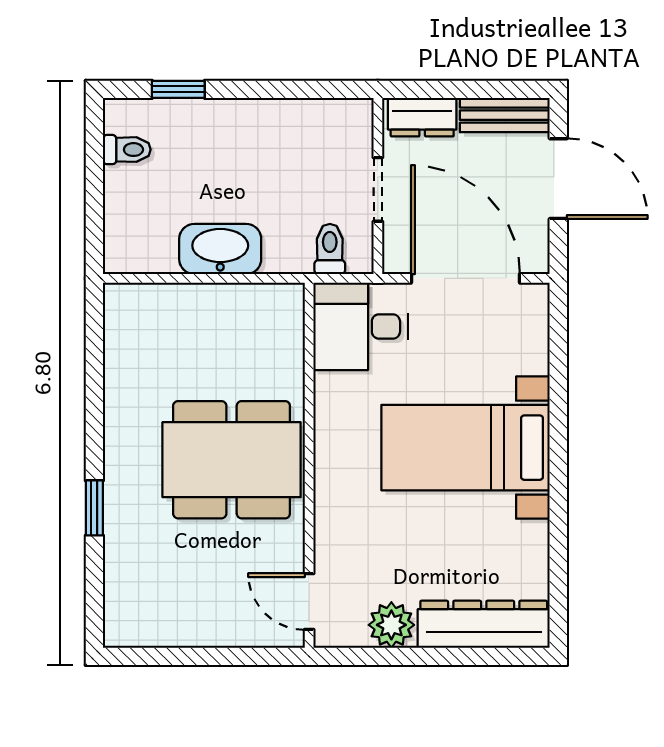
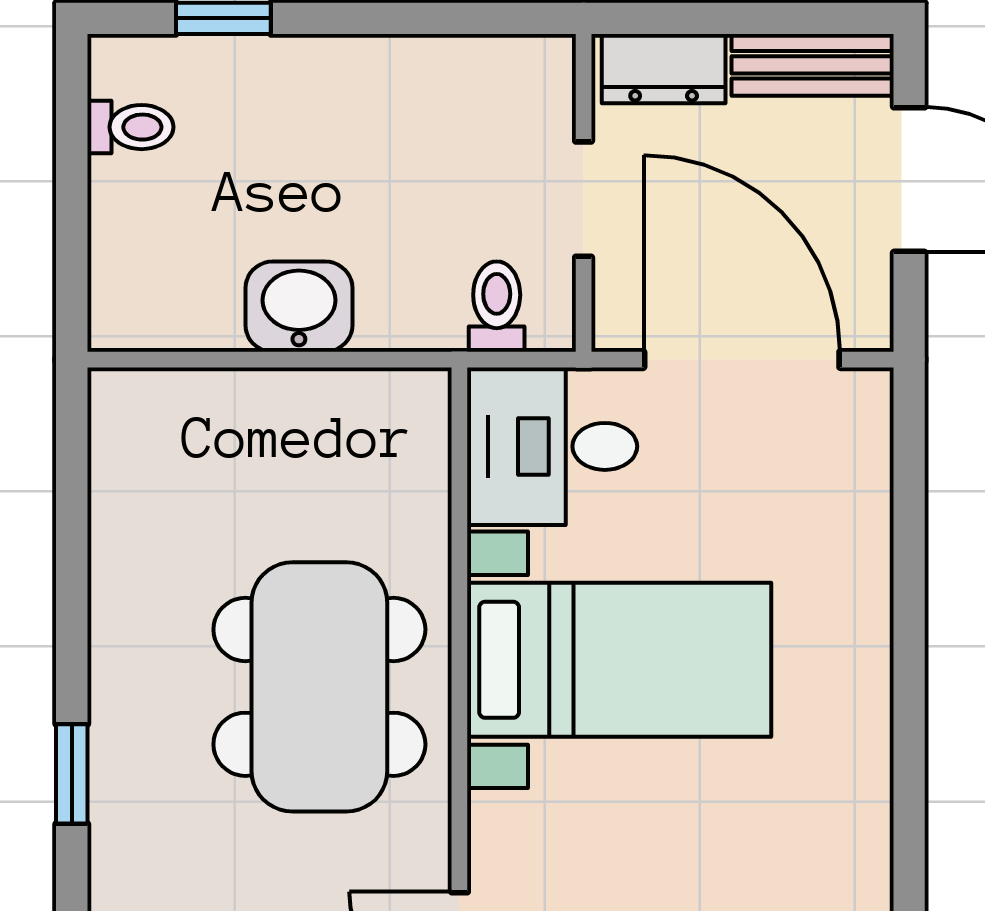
washbasin: (220, 249) -> (299, 307), width x0.72
bed with nightstands: (466, 448) -> (619, 660), moved, turned 180
dining table: (232, 460) -> (319, 687), turned 90

